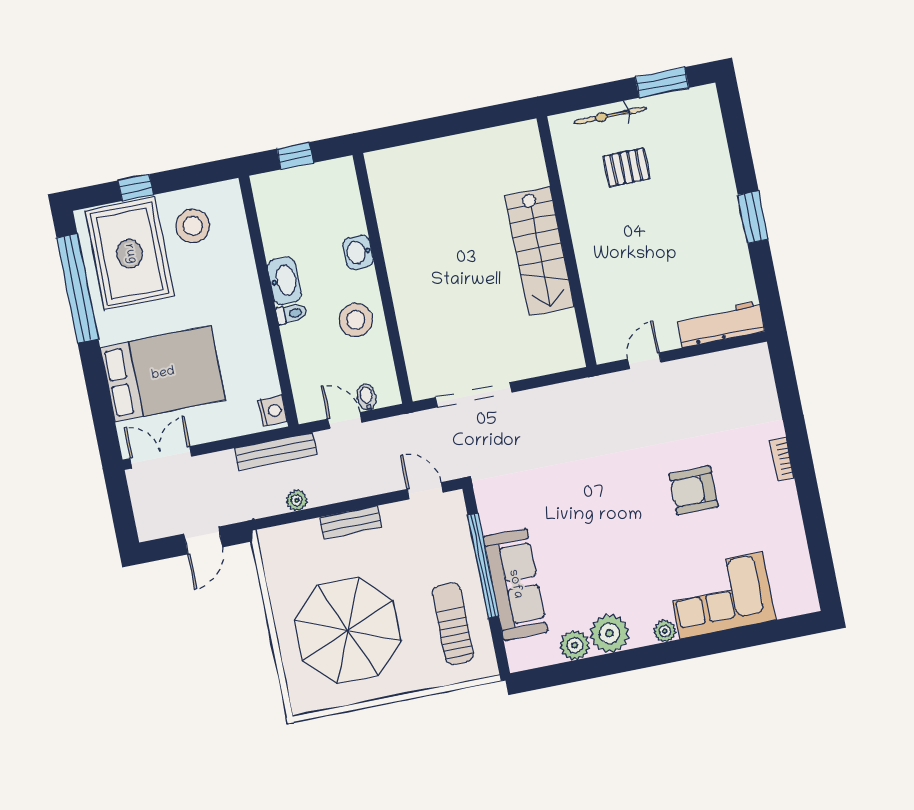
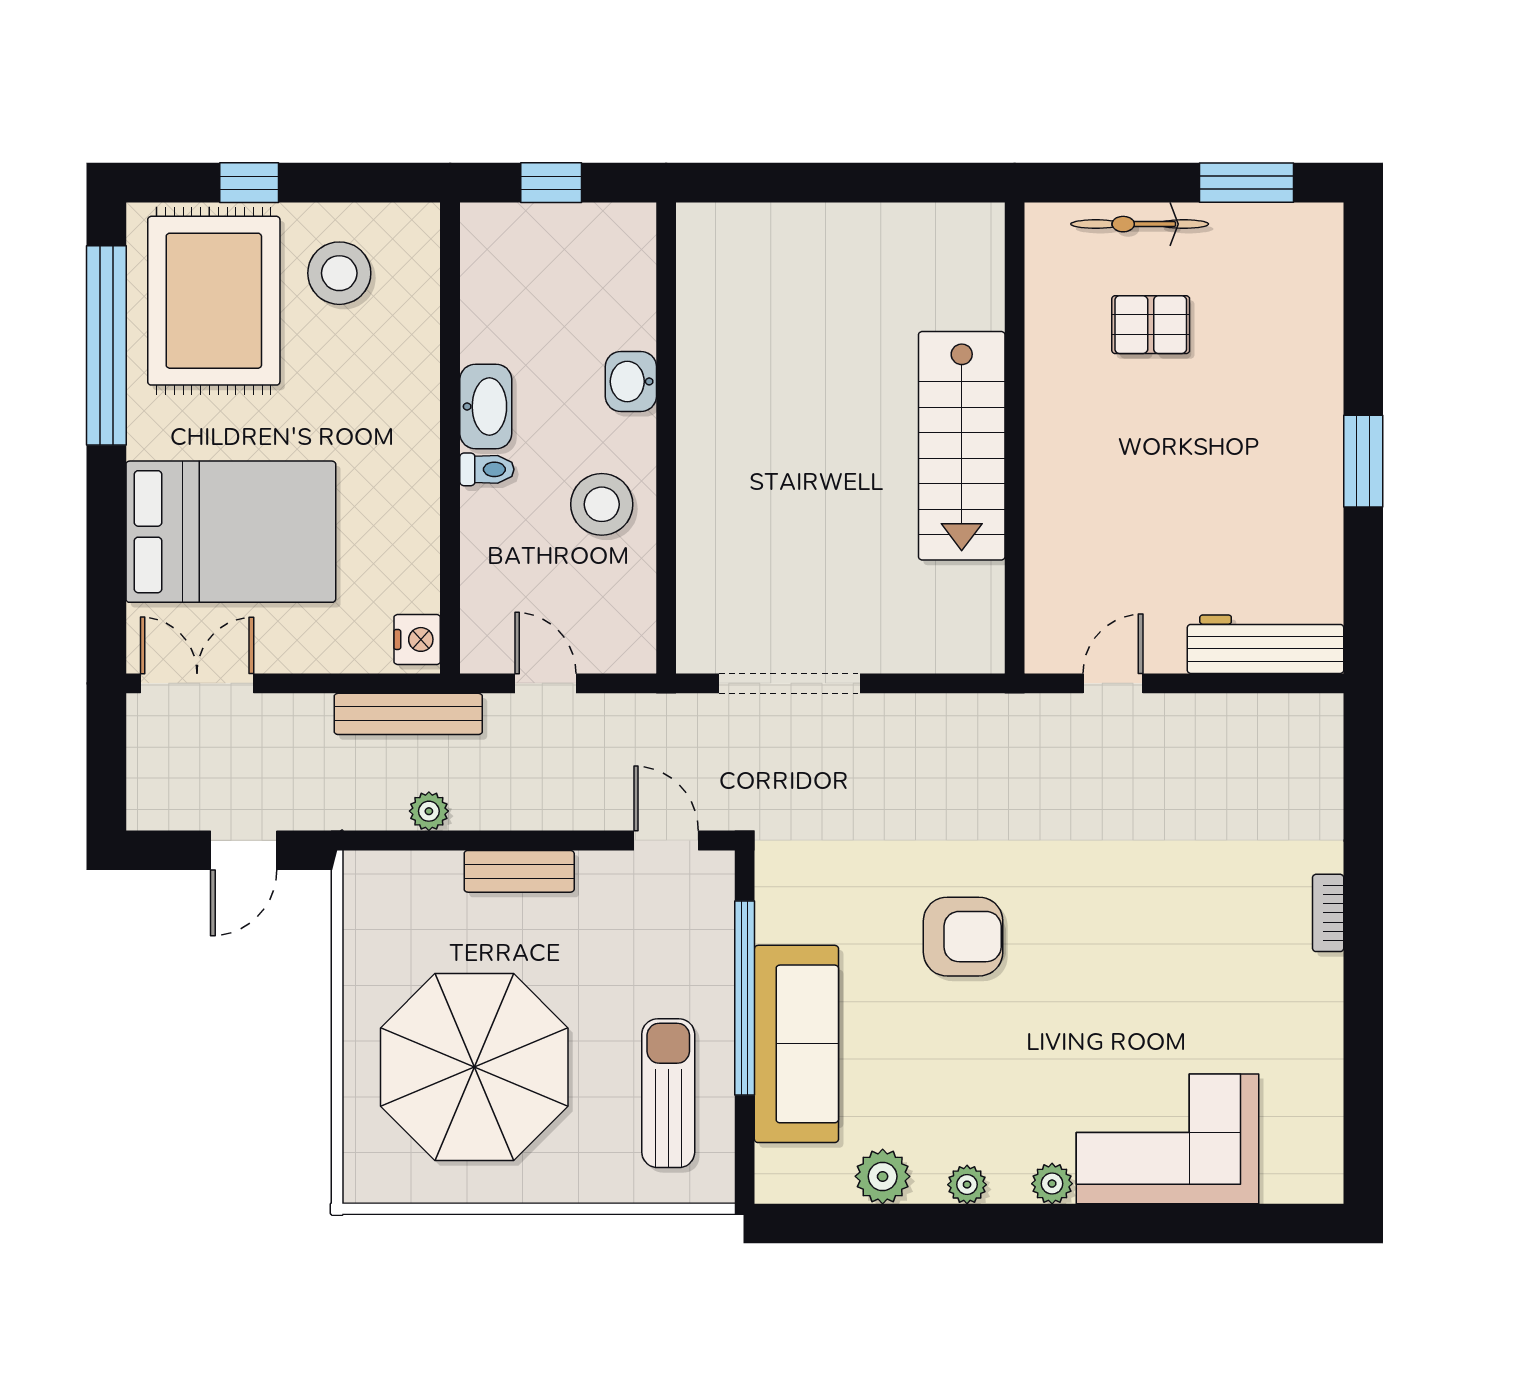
bidet: (367, 397) -> (594, 649), removed
armchair: (694, 490) -> (963, 937), moved, turned 180
plant: (609, 633) -> (967, 1185), width x0.53, depth x0.53

